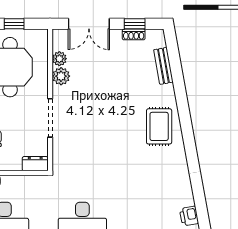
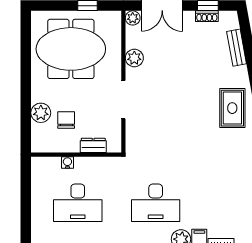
plant: (59, 59) -> (133, 18), moved
dresser: (35, 164) -> (93, 145), moved

